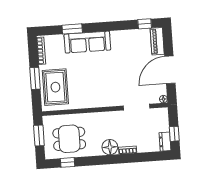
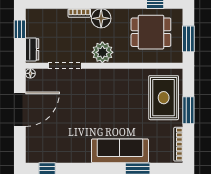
piano: (157, 41) -> (33, 146), removed
plant: (107, 120) -> (102, 52), added
dresser: (165, 142) -> (32, 49), moved

